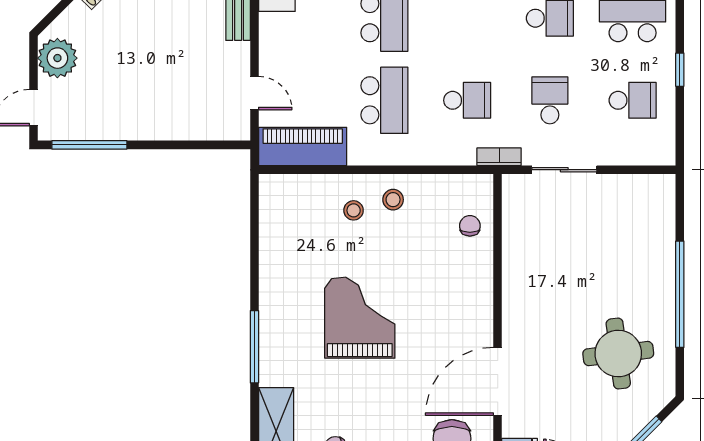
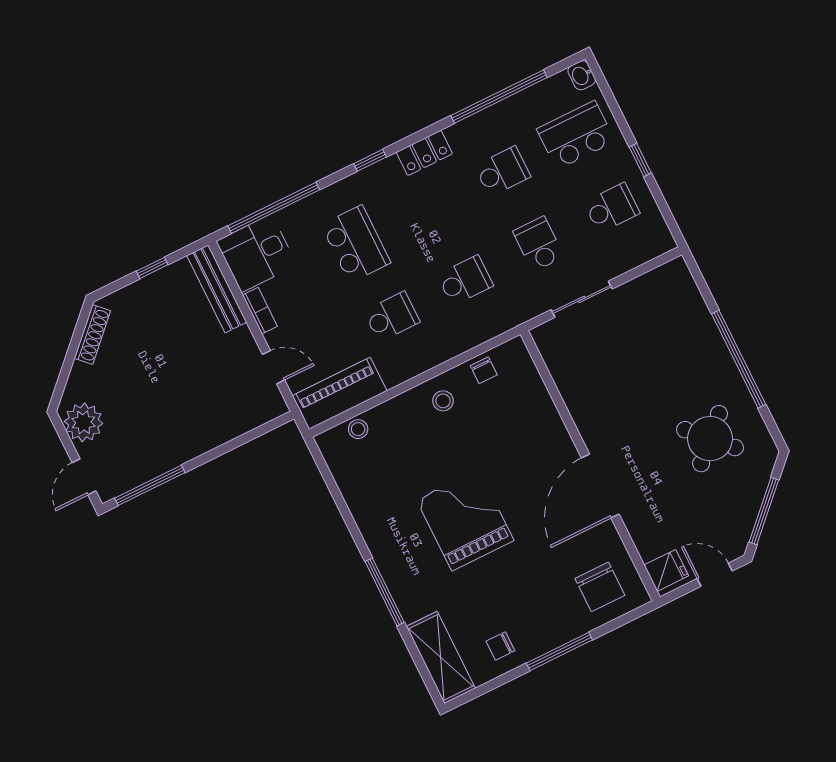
school desk: (384, 100) -> (392, 317), width x0.54
bookcase: (499, 157) -> (260, 311), moved, turned 90
stool: (354, 210) -> (358, 429), moved
chair: (470, 226) -> (484, 370), moved, turned 180
round table: (618, 354) -> (710, 439), turned -37
door: (498, 381) -> (600, 486), moved

